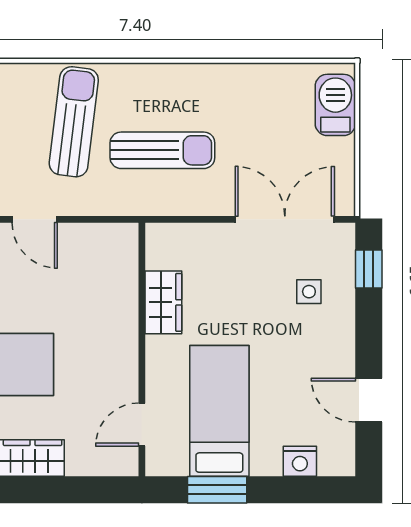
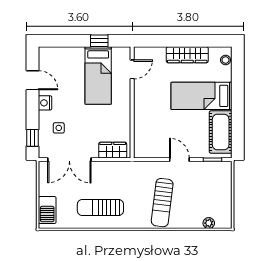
sun lounger: (162, 150) -> (100, 208), moved
wardrobe: (163, 302) -> (113, 150), moved, turned 90
nightstand: (300, 461) -> (45, 103), moved, turned -90
window: (217, 490) -> (99, 41), width x0.67

